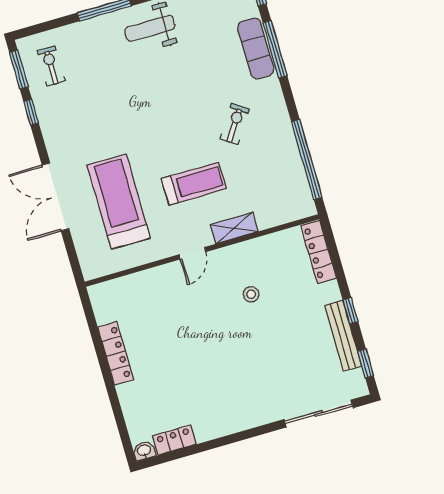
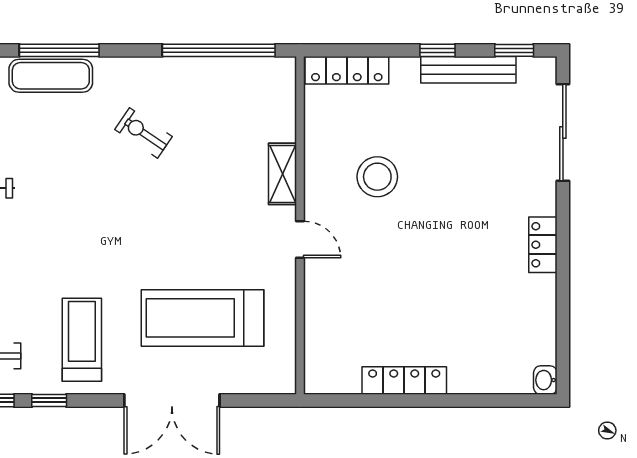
treadmill: (194, 184) -> (82, 340), moved
stool: (251, 294) -> (377, 177), width x1.89, depth x1.89
locker: (174, 440) -> (543, 245), moved

